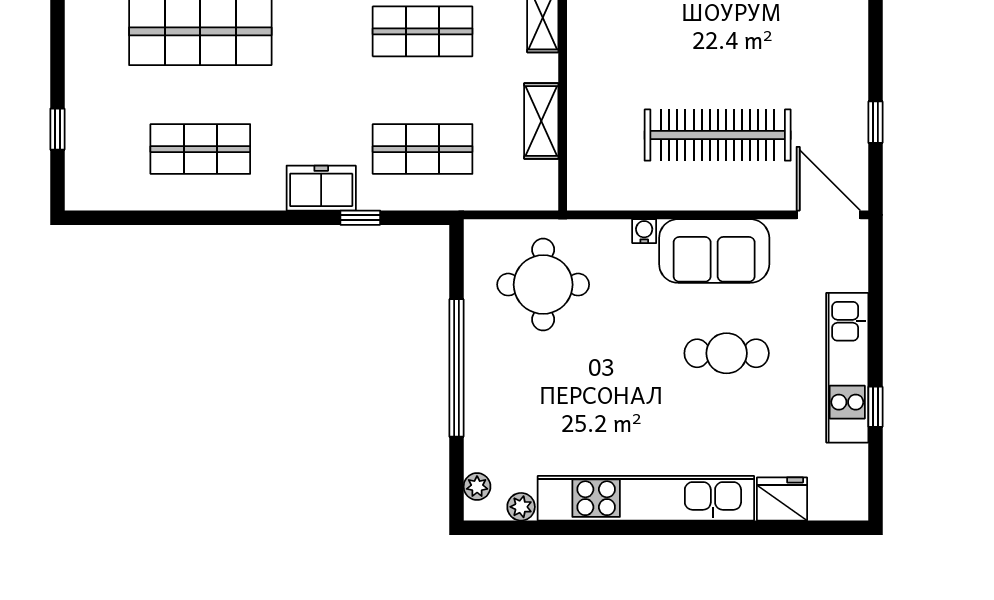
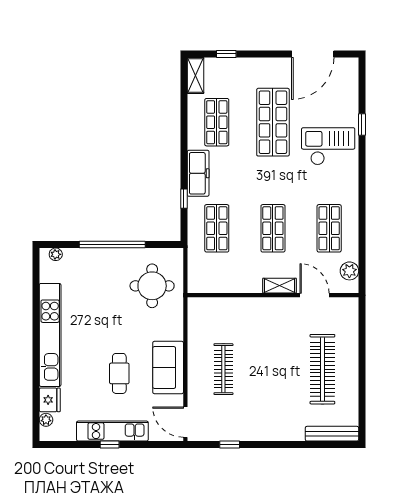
shelving: (541, 121) -> (196, 75), moved, turned 90
clothes rail: (718, 135) -> (223, 369), width x0.73, depth x0.76
freezer: (321, 188) -> (198, 173), width x1.40
door: (828, 215) -> (185, 422), swing flipped
water cooler: (644, 231) -> (178, 334), removed
window: (875, 407) -> (110, 445), moved
plant: (521, 507) -> (46, 420), moved

